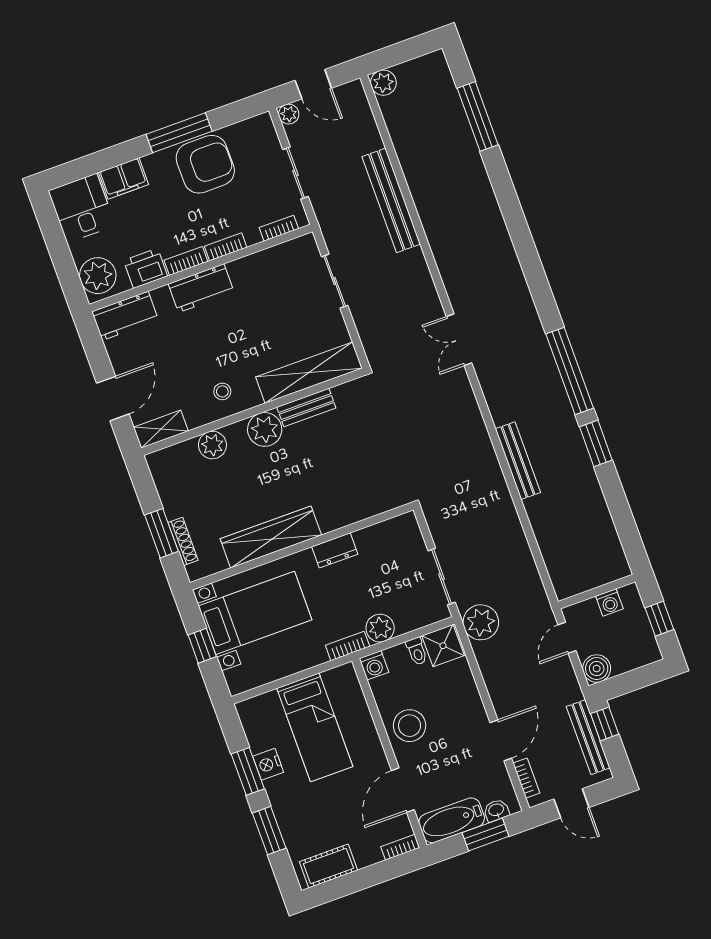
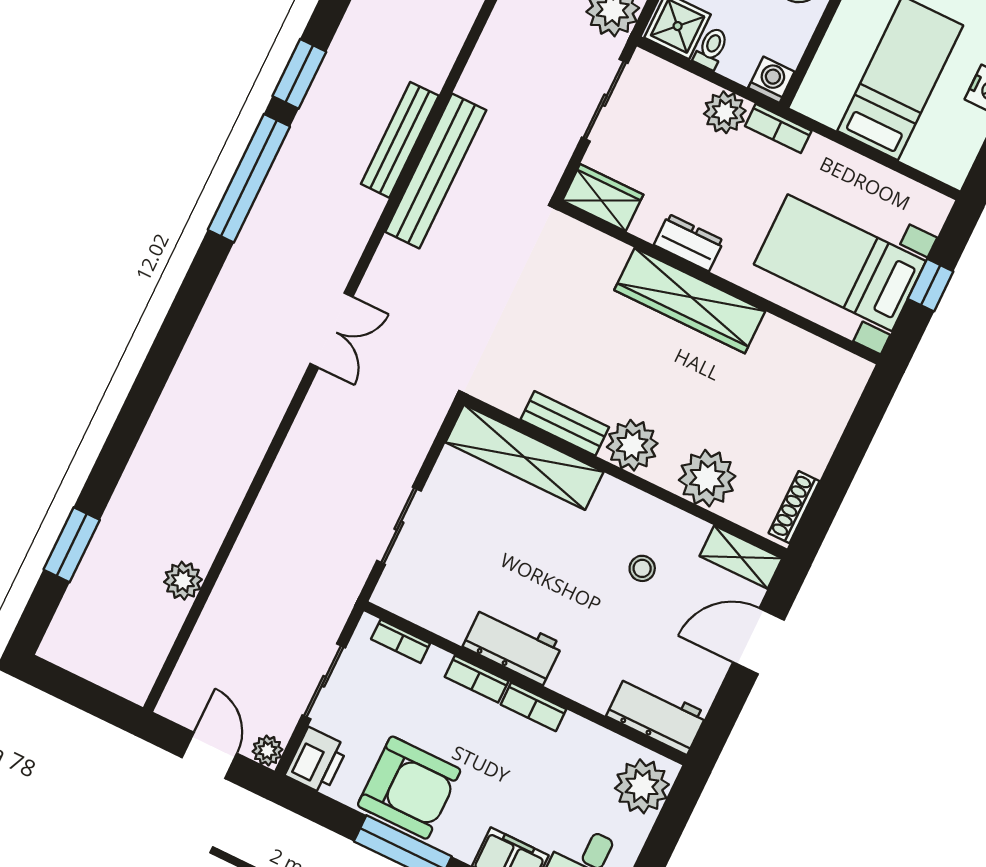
plant: (383, 83) -> (183, 581), moved
window: (478, 116) -> (72, 545), width x0.69
armchair: (205, 164) -> (409, 788), turned 180
bench: (391, 200) -> (436, 171), moved
printer: (146, 268) -> (316, 761), moved, turned -90
workbench: (201, 288) -> (513, 645), moved
stool: (222, 391) -> (642, 568), moved
plant: (212, 445) -> (707, 478), width x1.36, depth x1.36
wardrobe: (396, 530) -> (603, 198), added
window: (161, 533) -> (852, 447), removed
wardrobe: (271, 537) -> (690, 301), moved
shoe rack: (183, 541) -> (794, 507), moved

